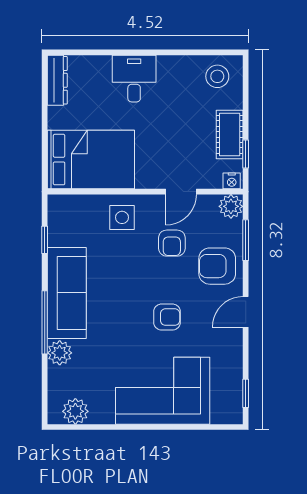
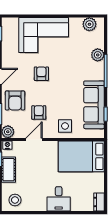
dresser: (57, 80) -> (99, 202), width x0.70
armchair: (217, 266) -> (15, 100), turned 90
sofa: (67, 293) -> (94, 105), moved
armchair: (167, 317) -> (41, 74), turned 90

